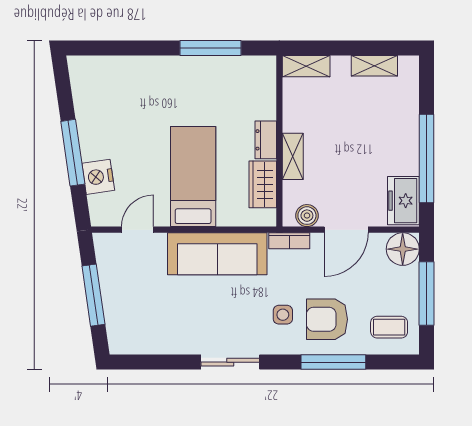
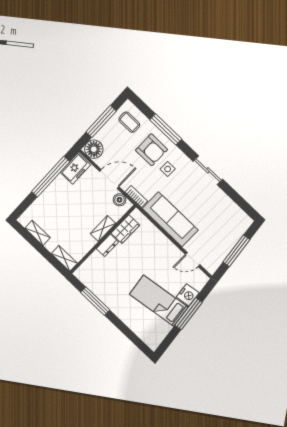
bed: (193, 177) -> (159, 301), moved, turned 82

